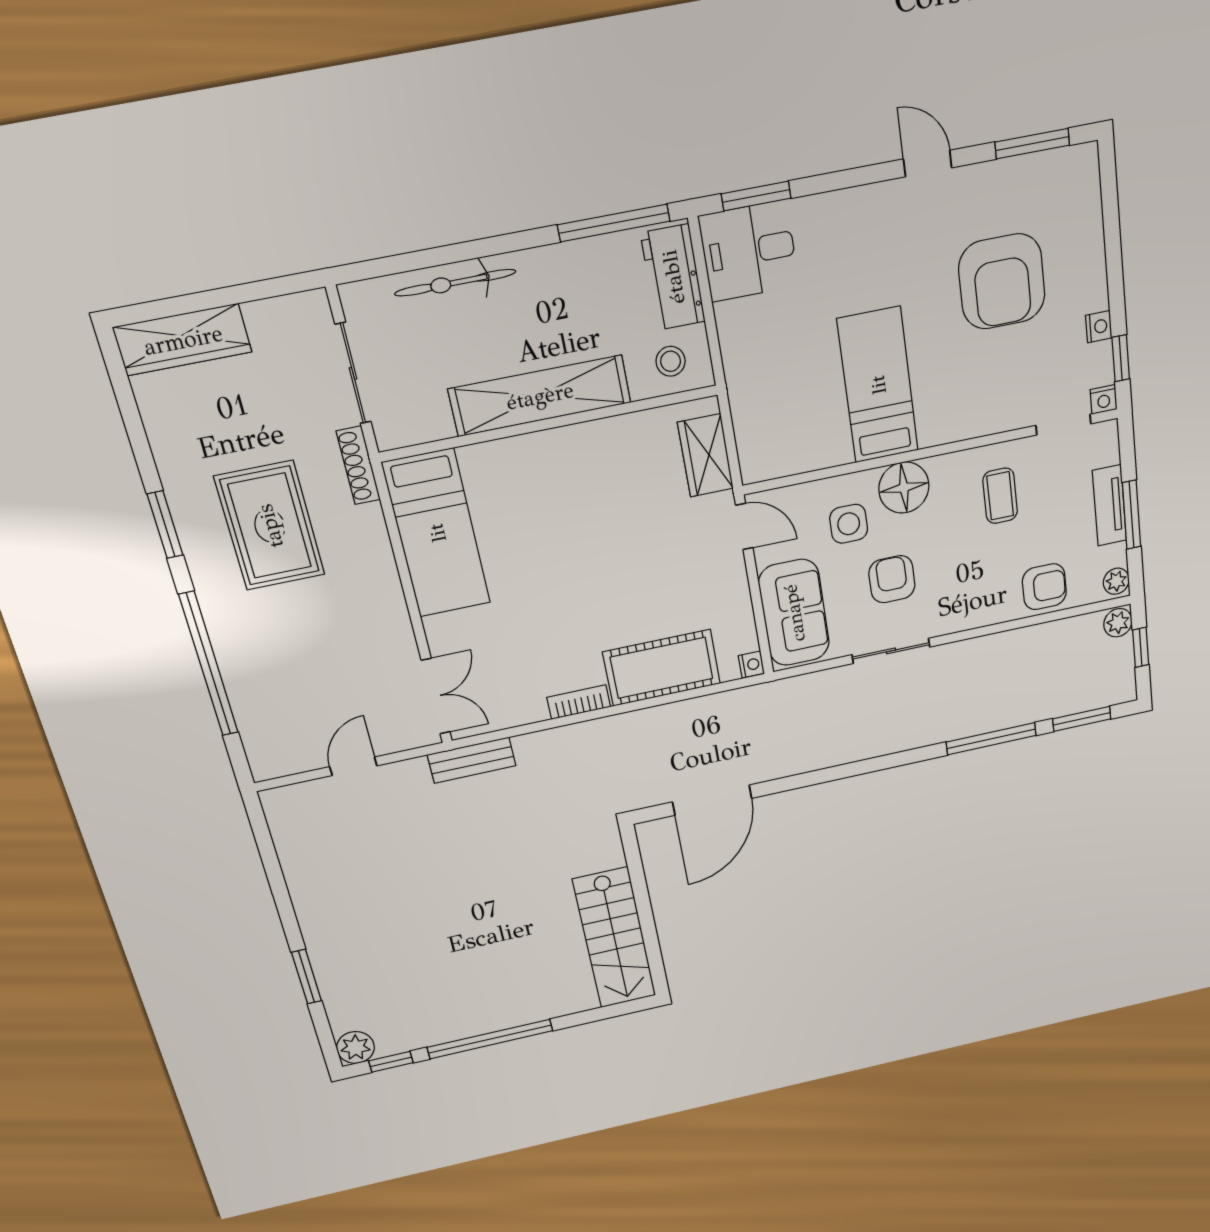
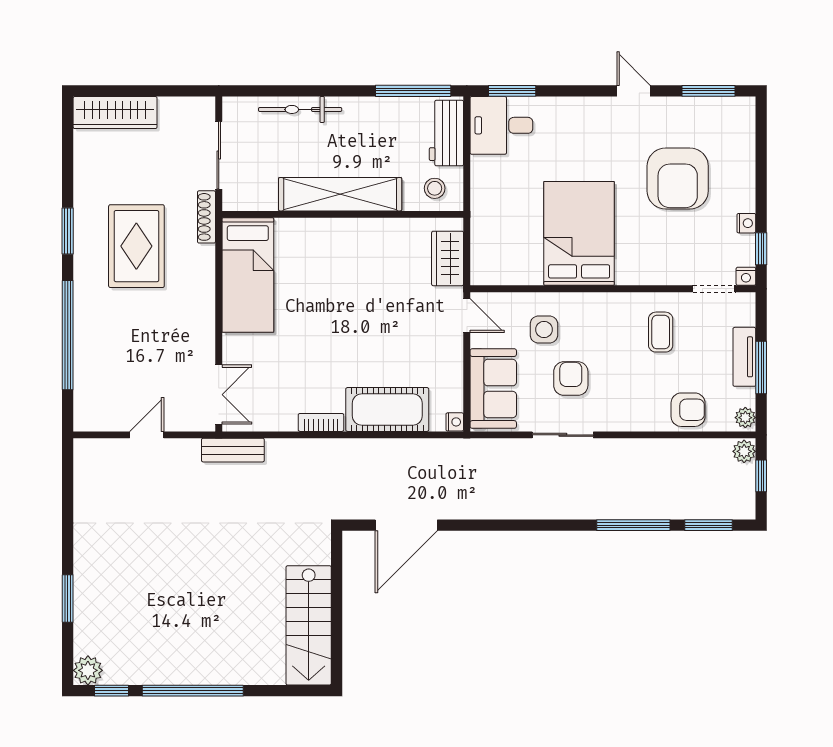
bed: (878, 385) -> (579, 233), width x1.50
floor lamp: (904, 488) -> (589, 311), removed

